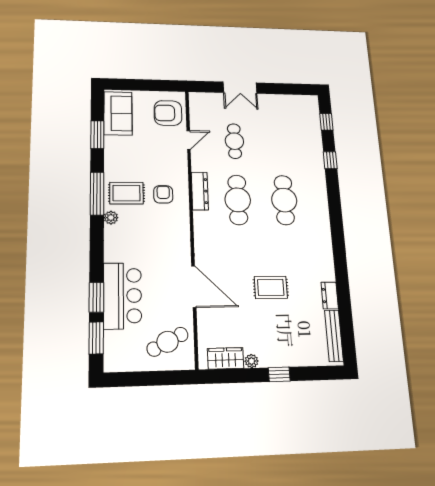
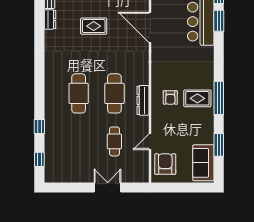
armchair: (168, 113) -> (165, 164), turned -90
plant: (111, 218) -> (209, 79), removed

